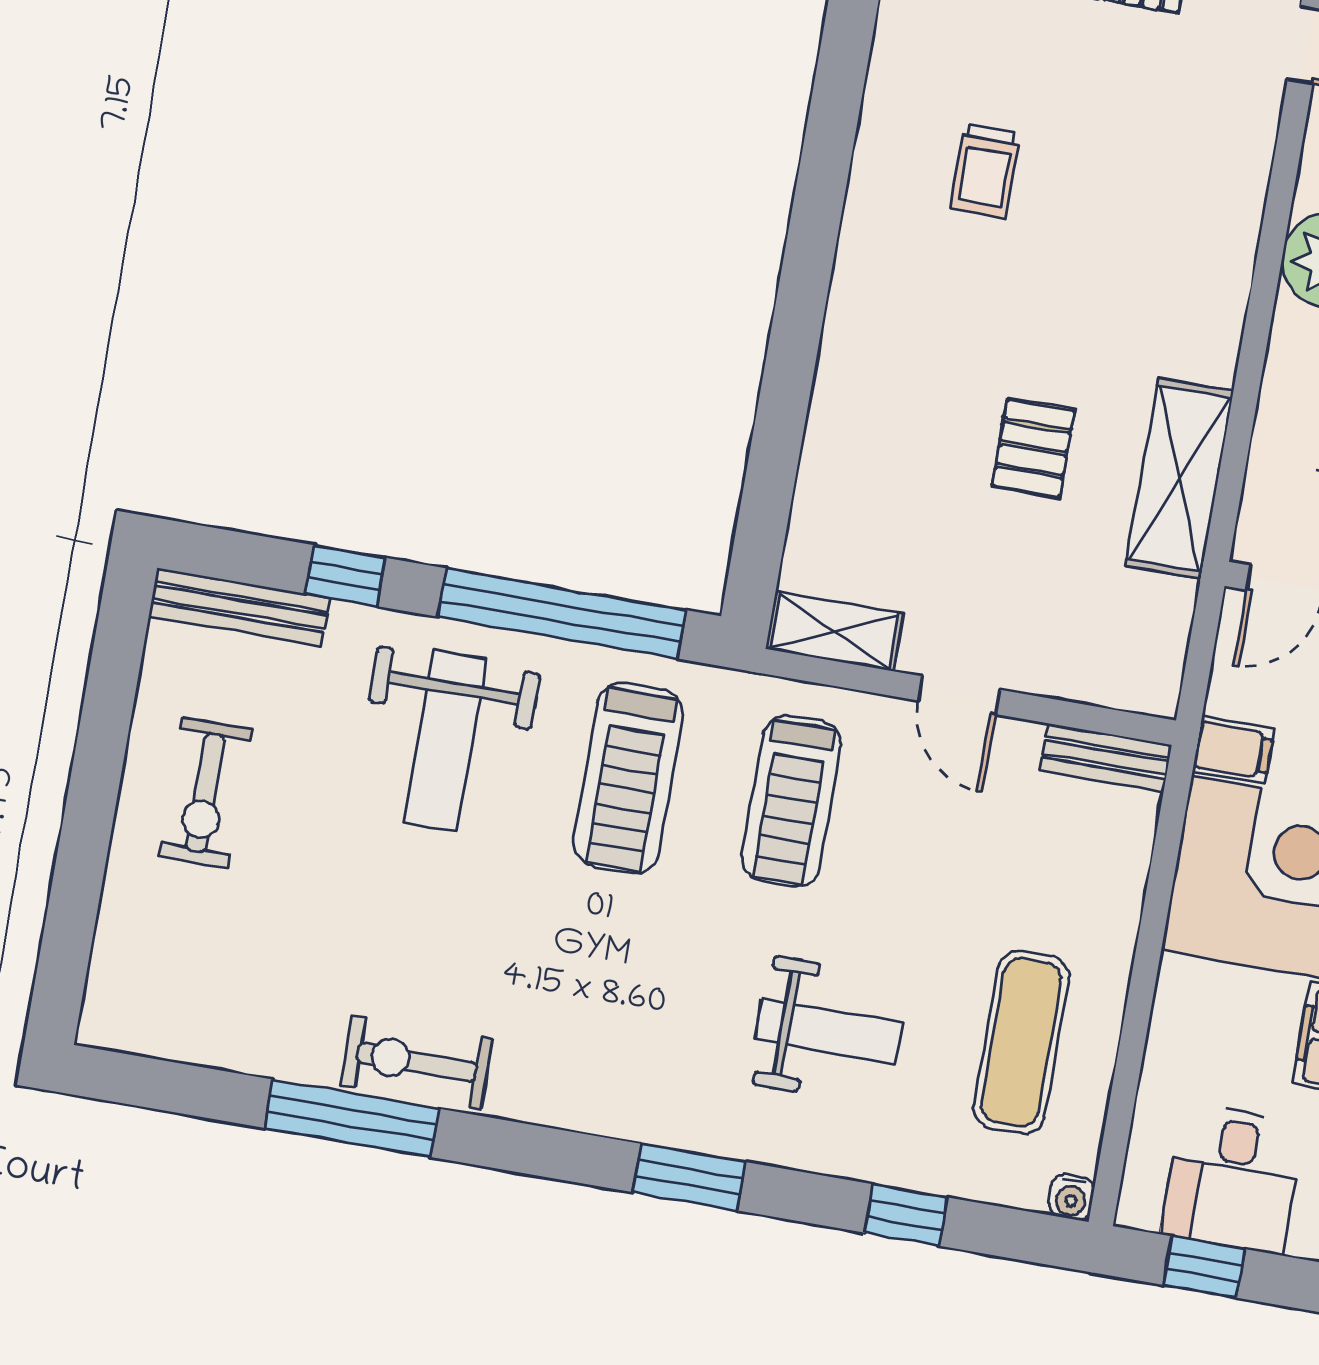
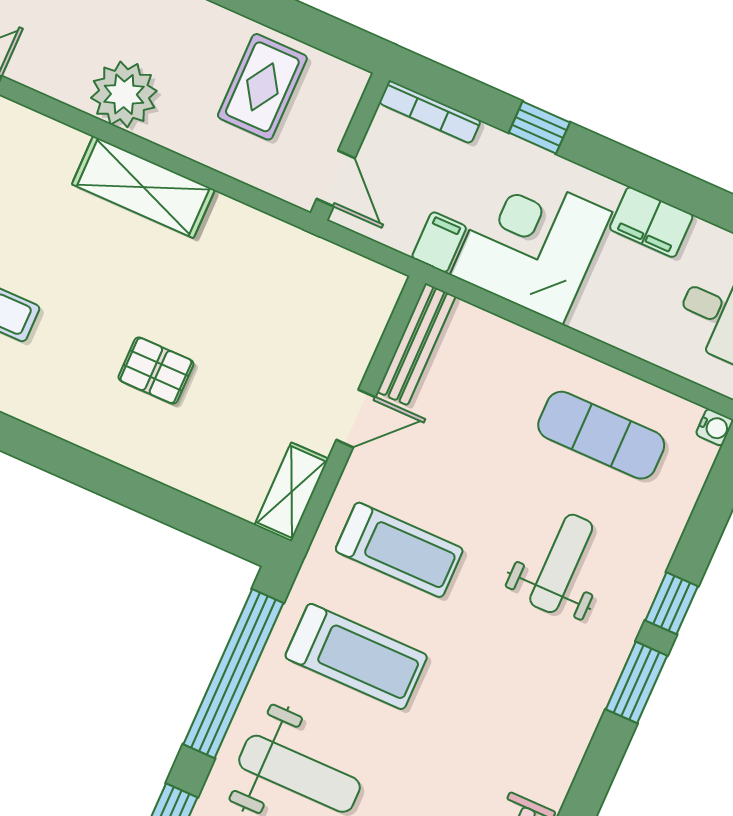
pallet: (1033, 448) -> (156, 371), moved
shelving: (1180, 478) -> (143, 187), moved
bench: (1106, 758) -> (416, 344), width x1.36
window: (906, 1215) -> (672, 603), moved

